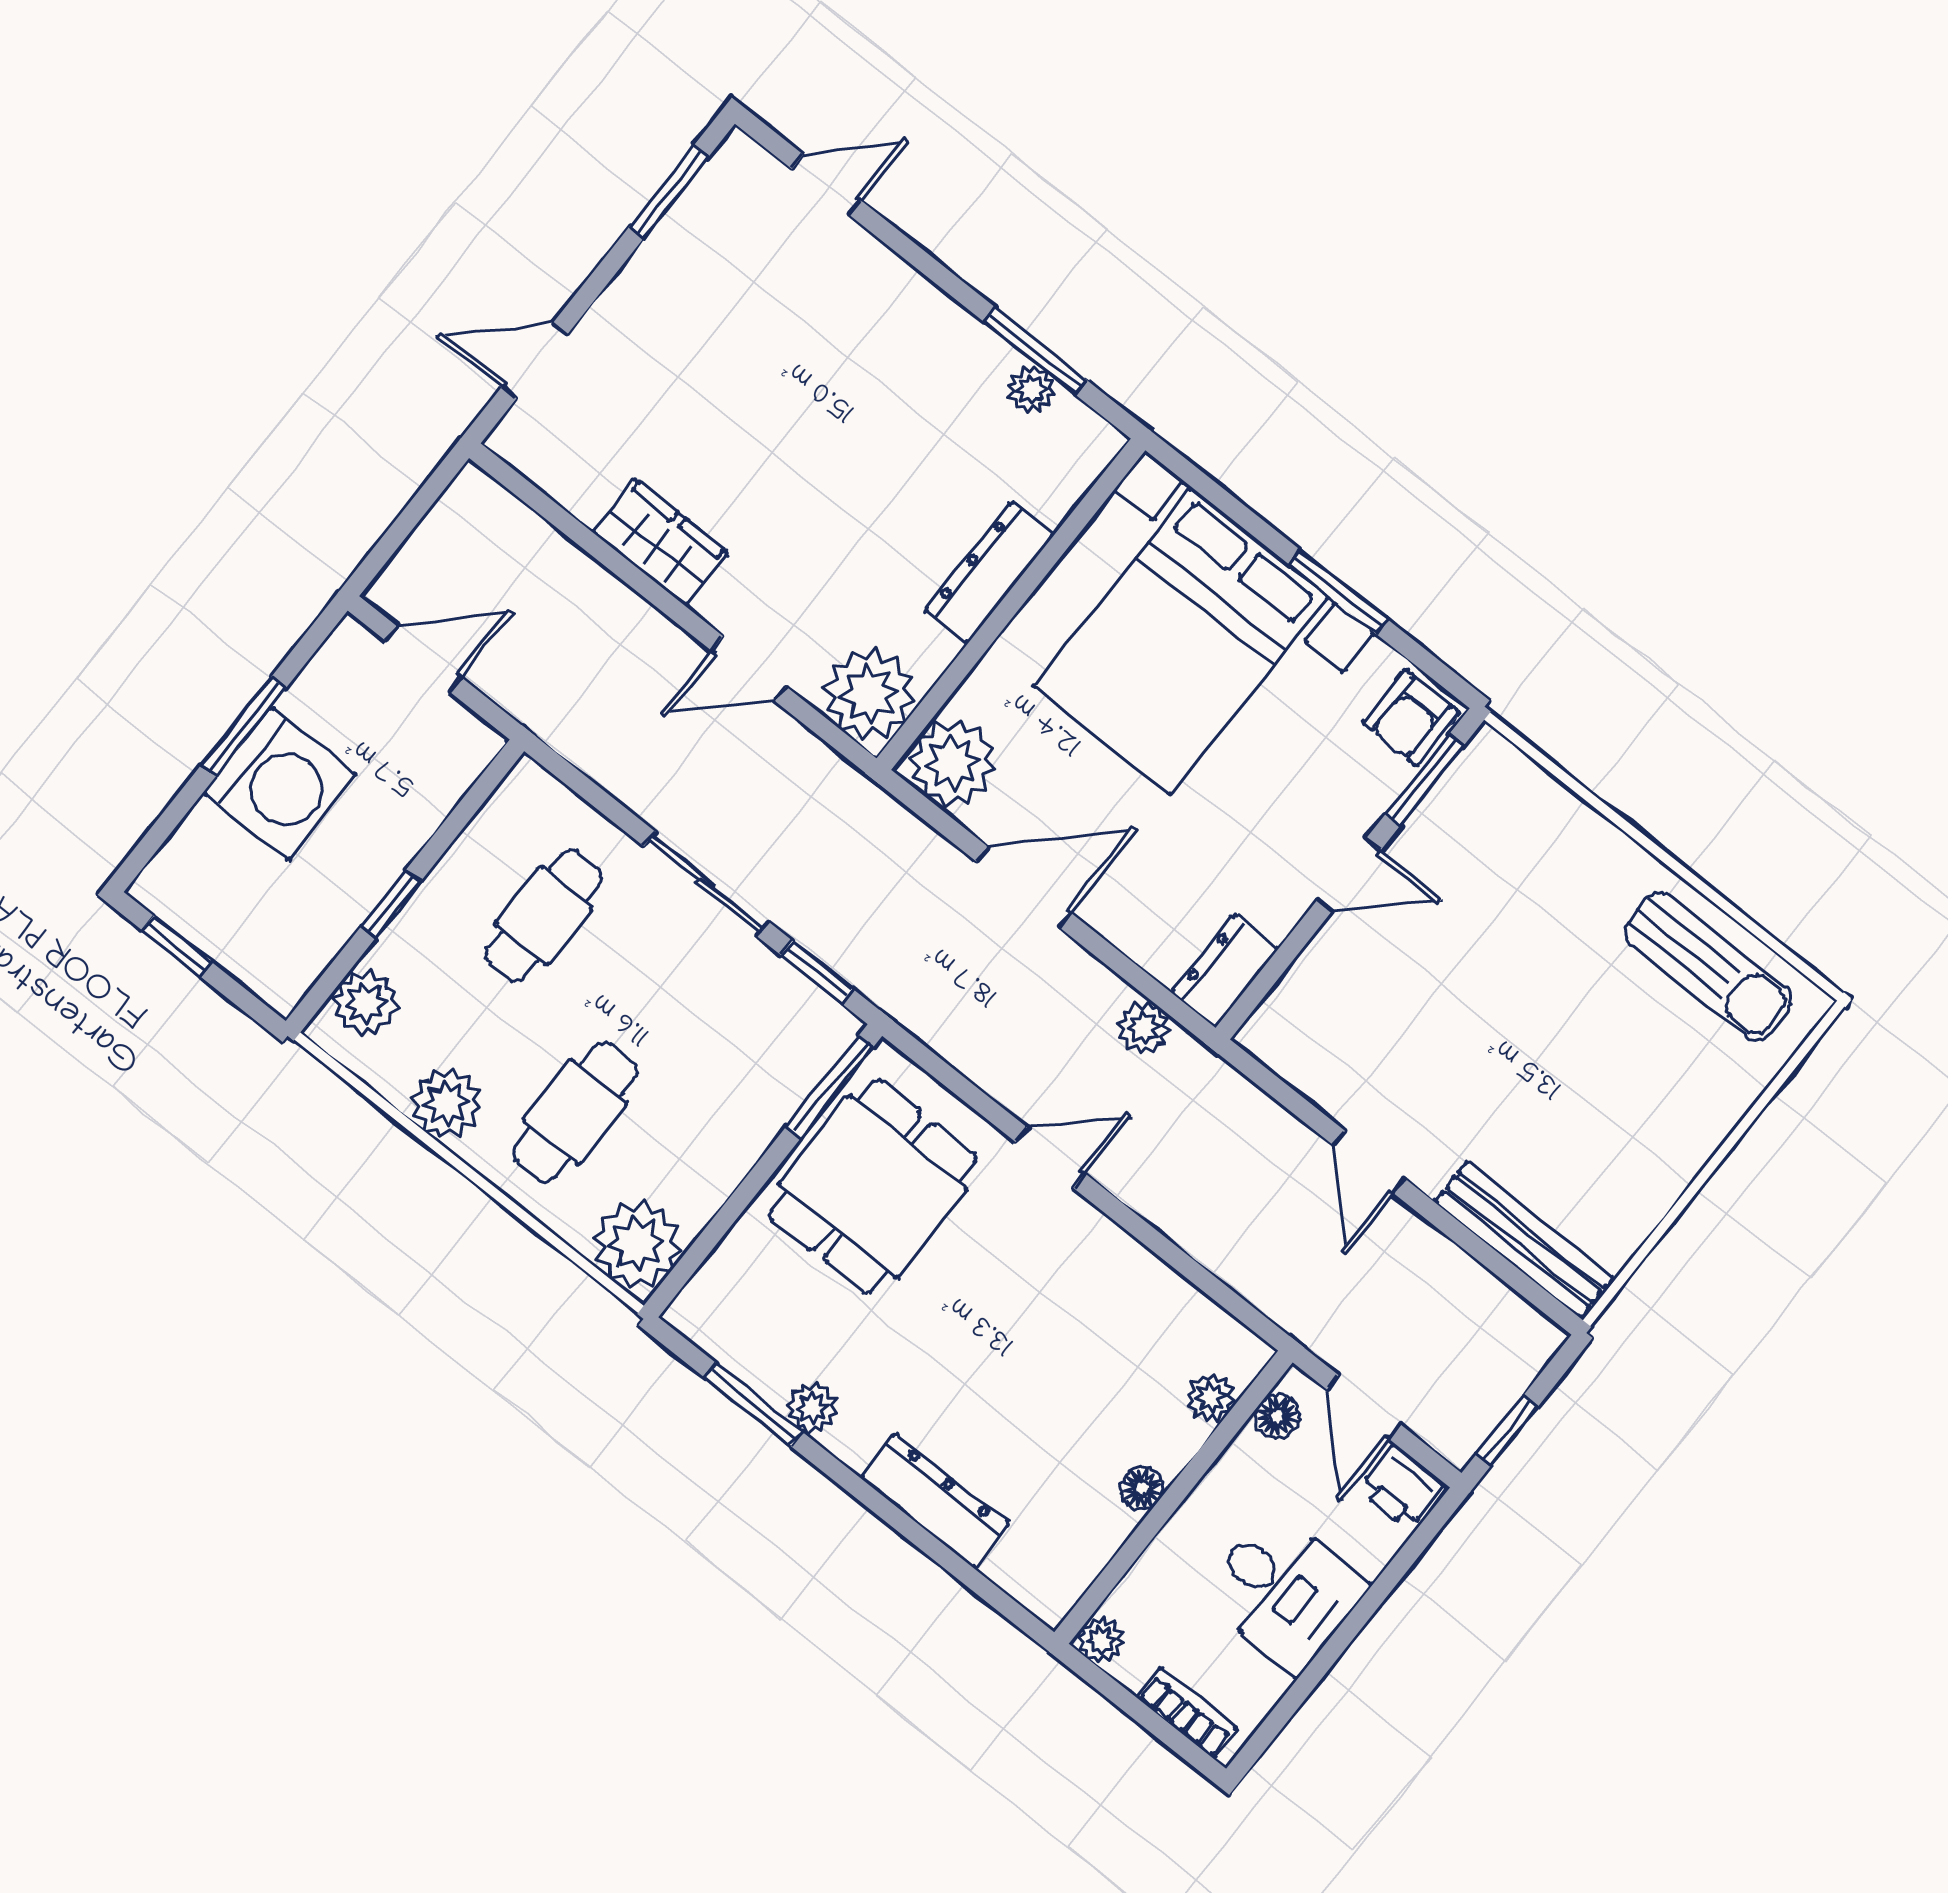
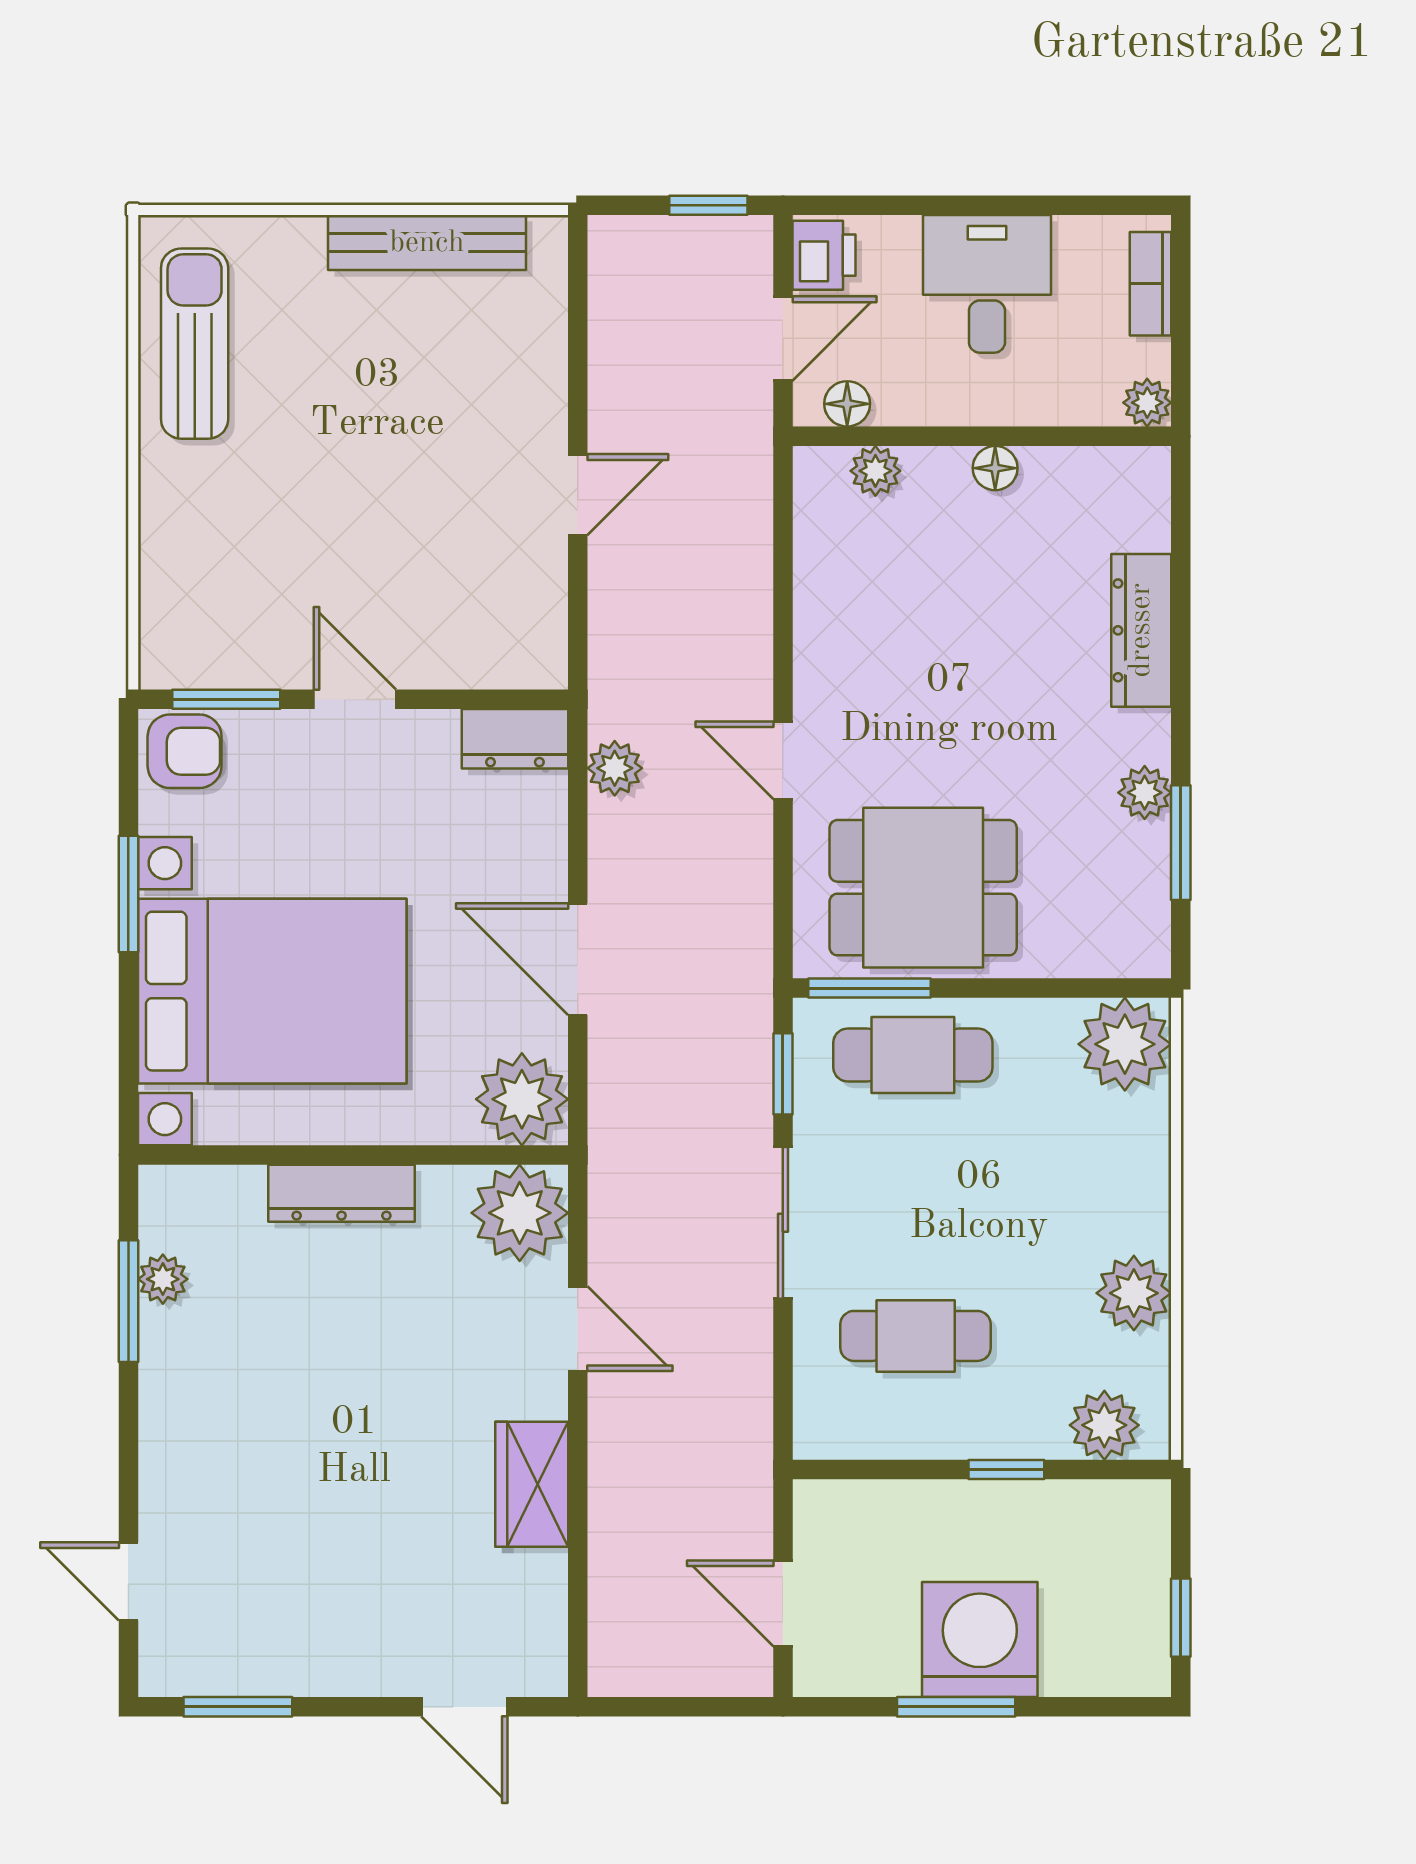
cafe table: (575, 1112) -> (913, 1055), moved
bench: (1524, 1240) -> (427, 243), moved, turned 90

